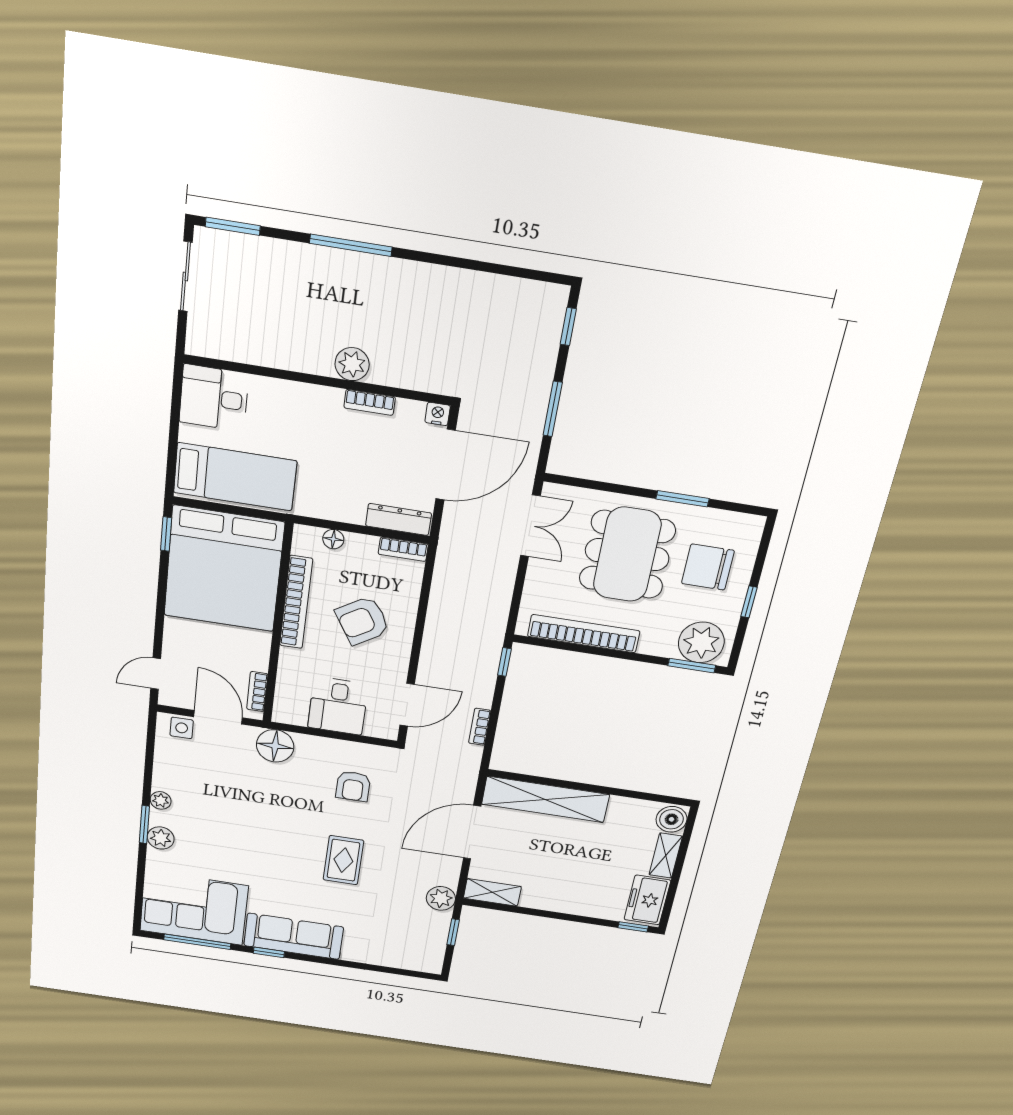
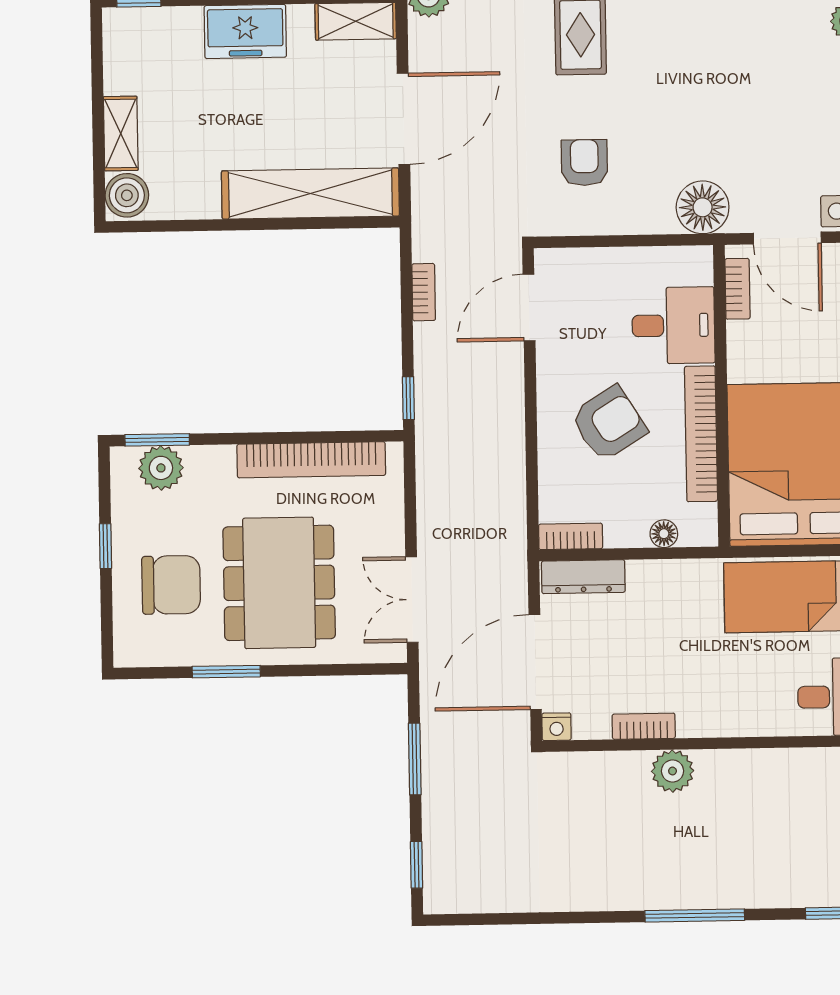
plant: (701, 642) -> (161, 468), width x0.73, depth x0.73
desk: (338, 706) -> (673, 325), moved, turned 90
freezer: (647, 900) -> (245, 31), moved, turned 90

